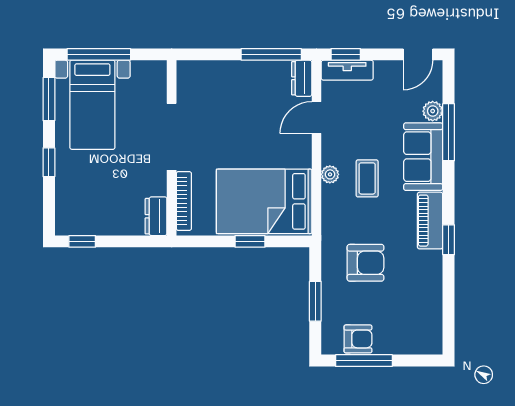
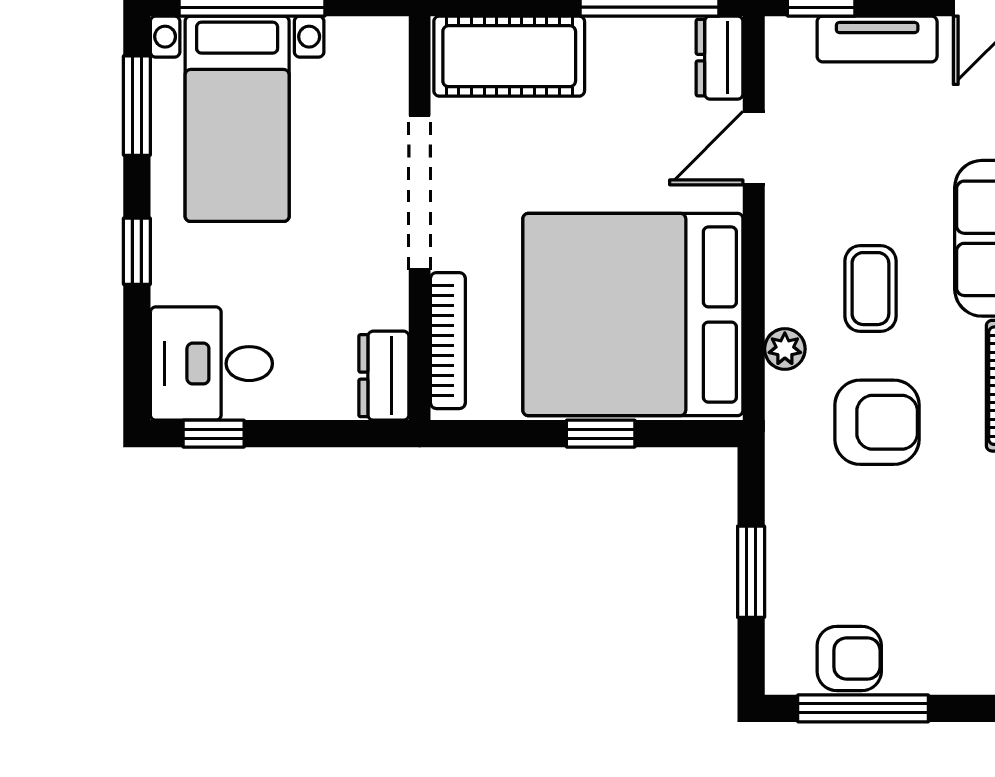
tv unit: (347, 70) -> (877, 39), moved
cot: (210, 78) -> (509, 56), added
plant: (330, 174) -> (785, 349), moved
bed: (264, 201) -> (633, 315), width x1.36
desk: (81, 211) -> (211, 364), added
armchair: (365, 263) -> (877, 422), moved

